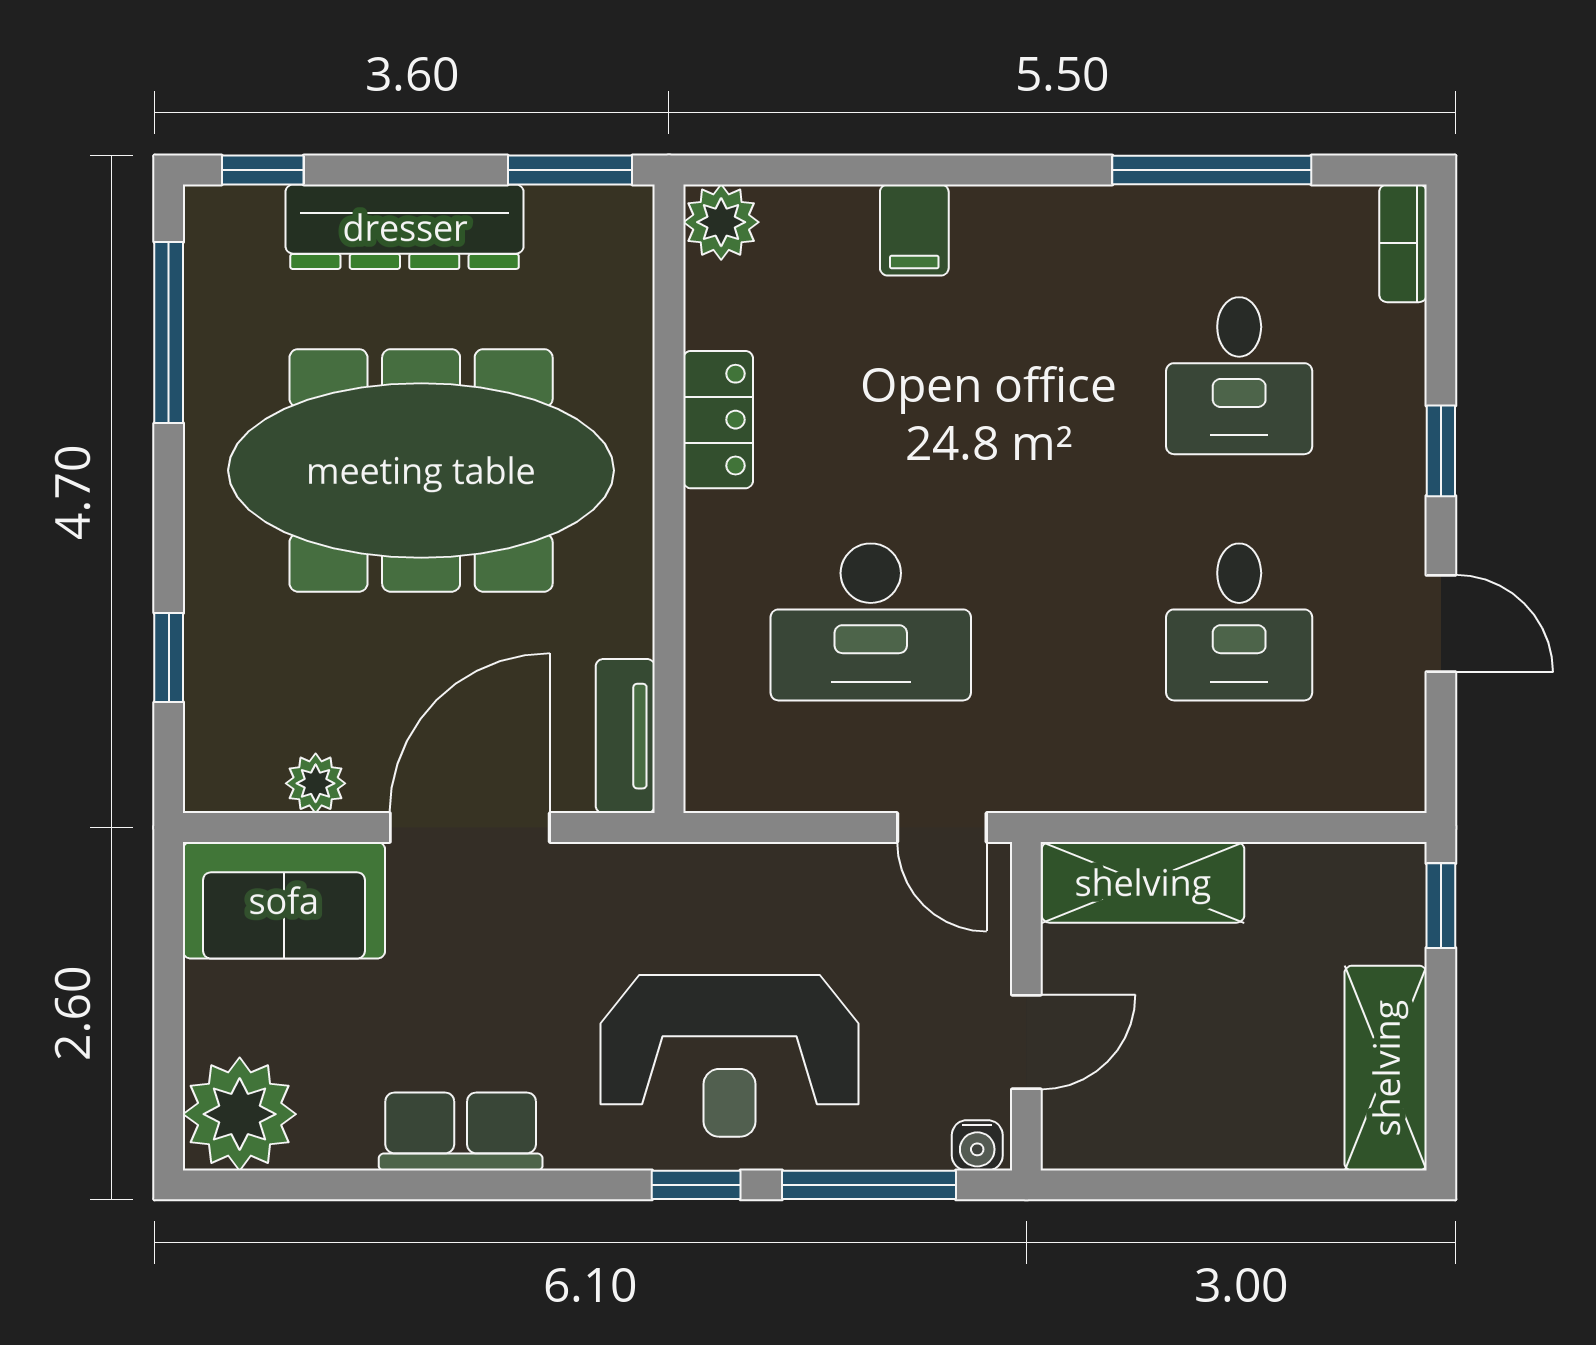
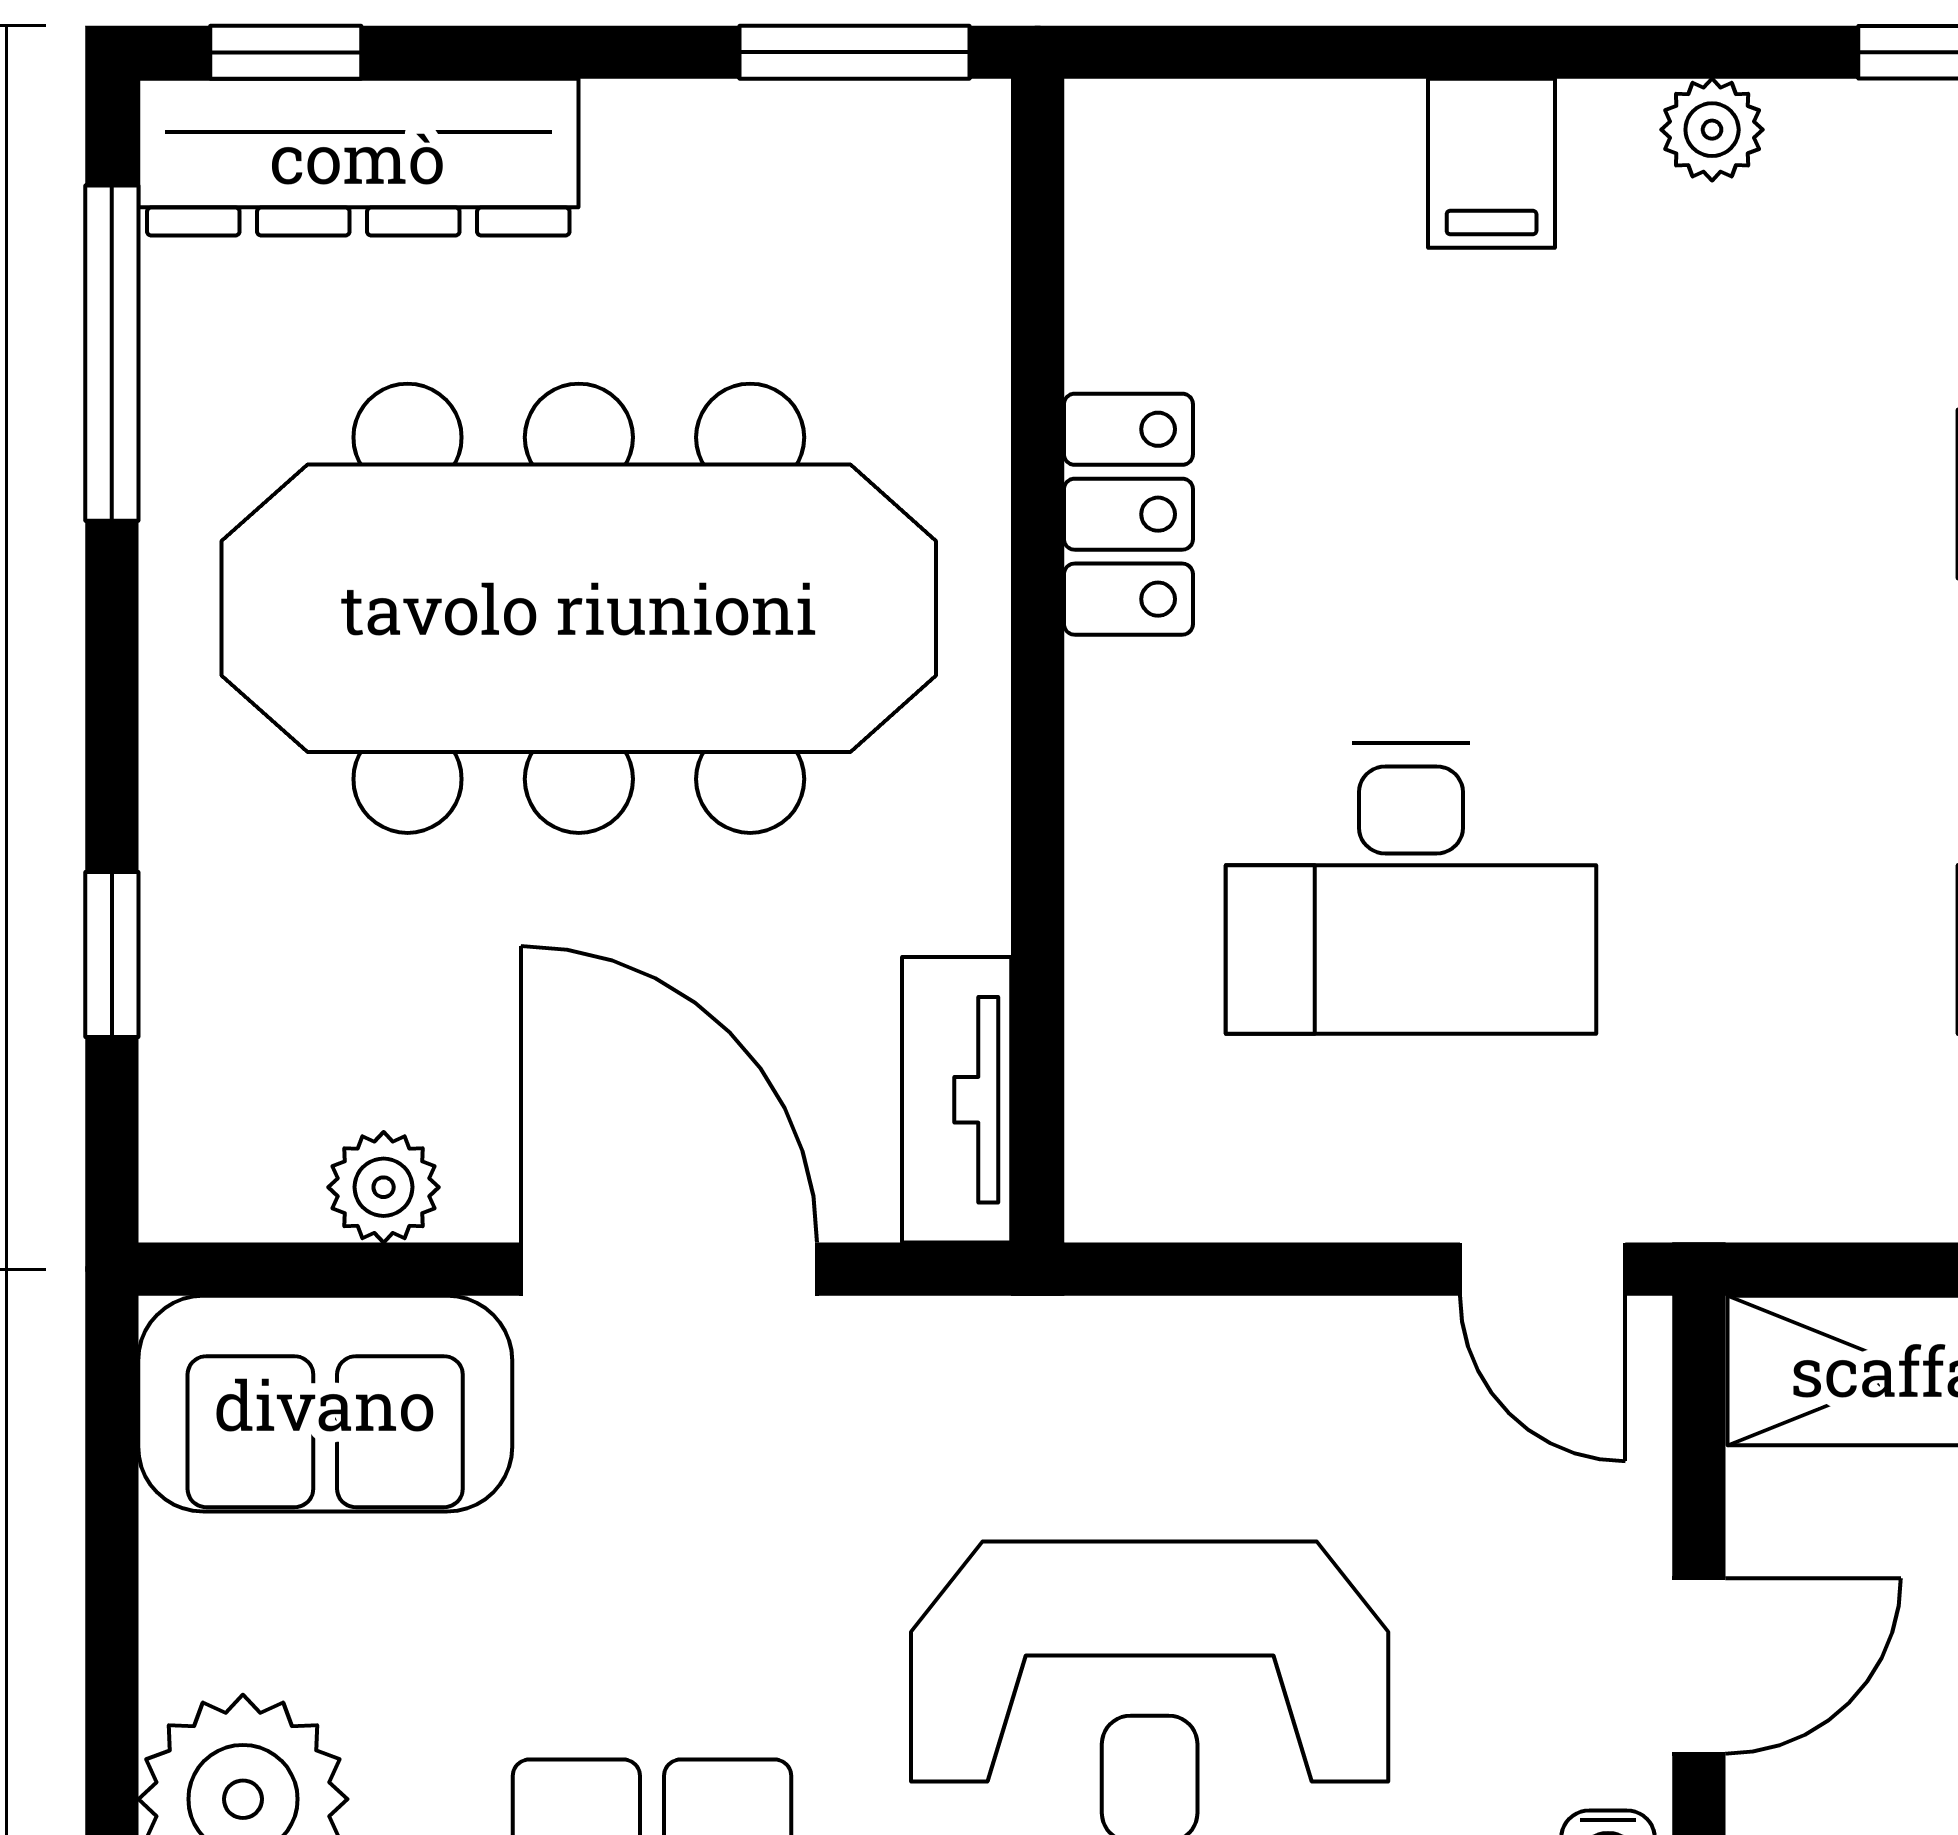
plant: (721, 222) -> (1712, 130), moved, width x0.73, depth x0.73
dresser: (405, 227) -> (358, 157), moved
door: (470, 828) -> (669, 1269), hinge flipped

